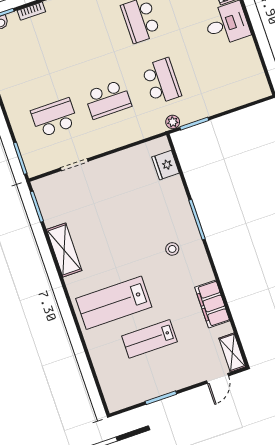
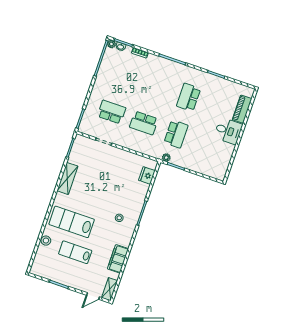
stool: (99, 353) -> (46, 241), added

